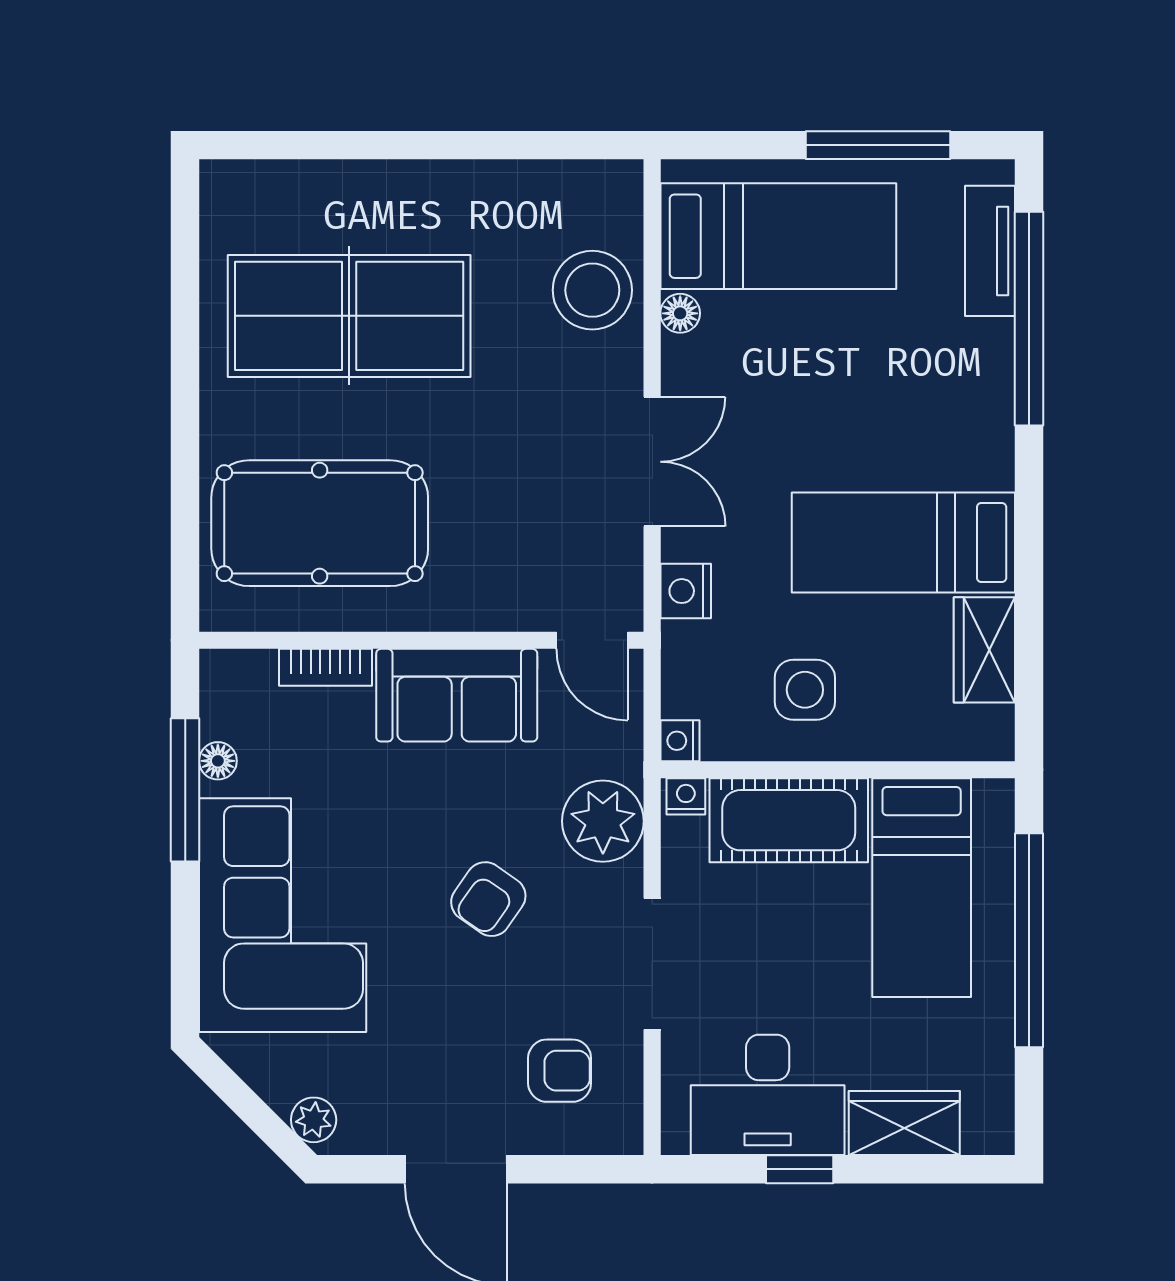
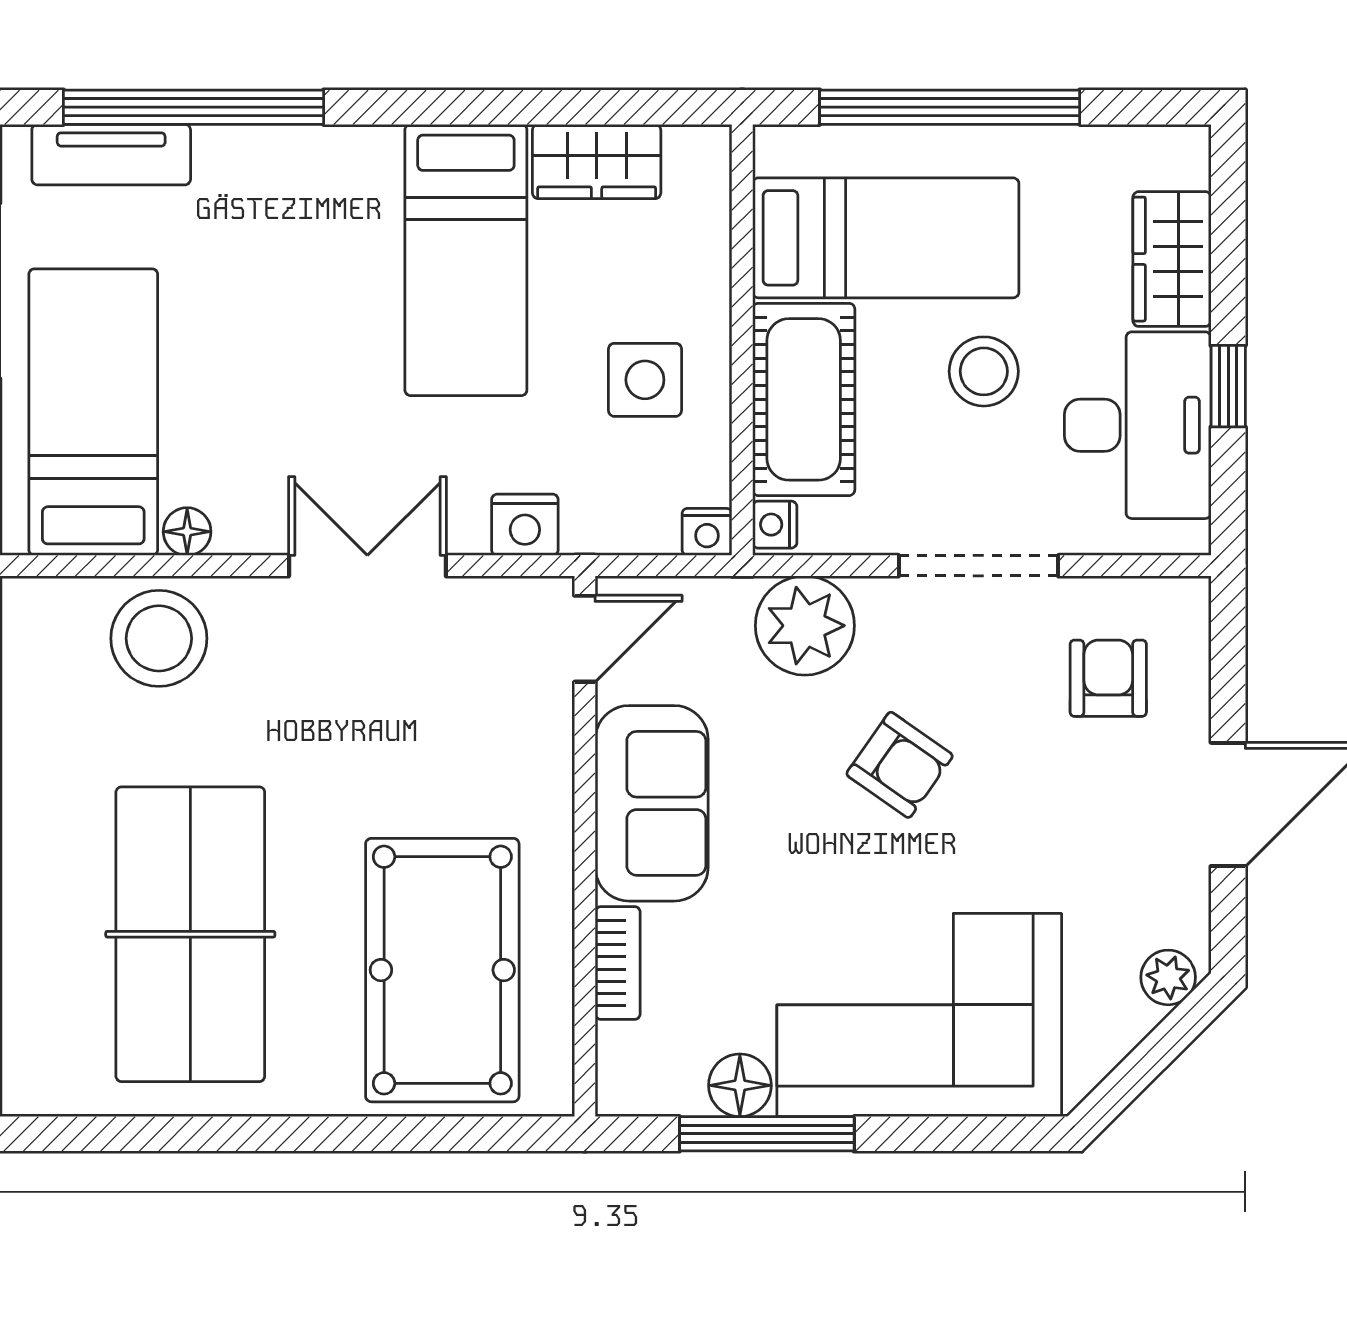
floor lamp: (218, 761) -> (740, 1085), width x1.37, depth x1.37
stool: (812, 968) -> (984, 371), added

